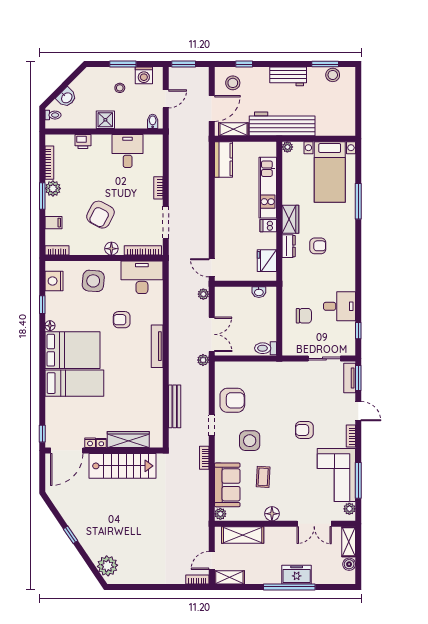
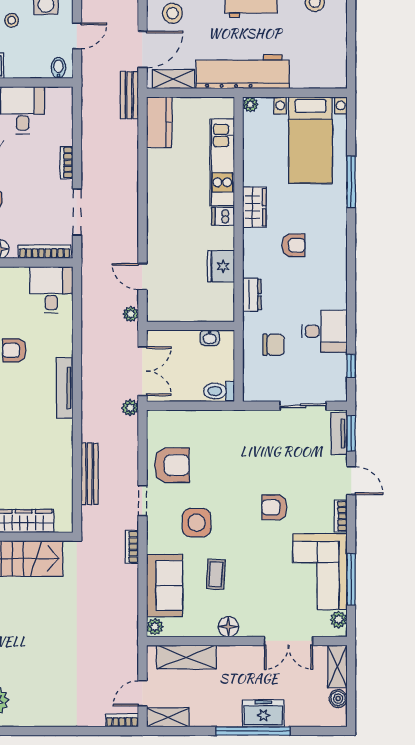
bench: (202, 140) -> (129, 95), added
dresser: (289, 246) -> (252, 295), moved
desk: (142, 277) -> (51, 290), width x0.73
wall: (245, 284) -> (191, 326), moved
washbasin: (259, 292) -> (210, 338), moved

